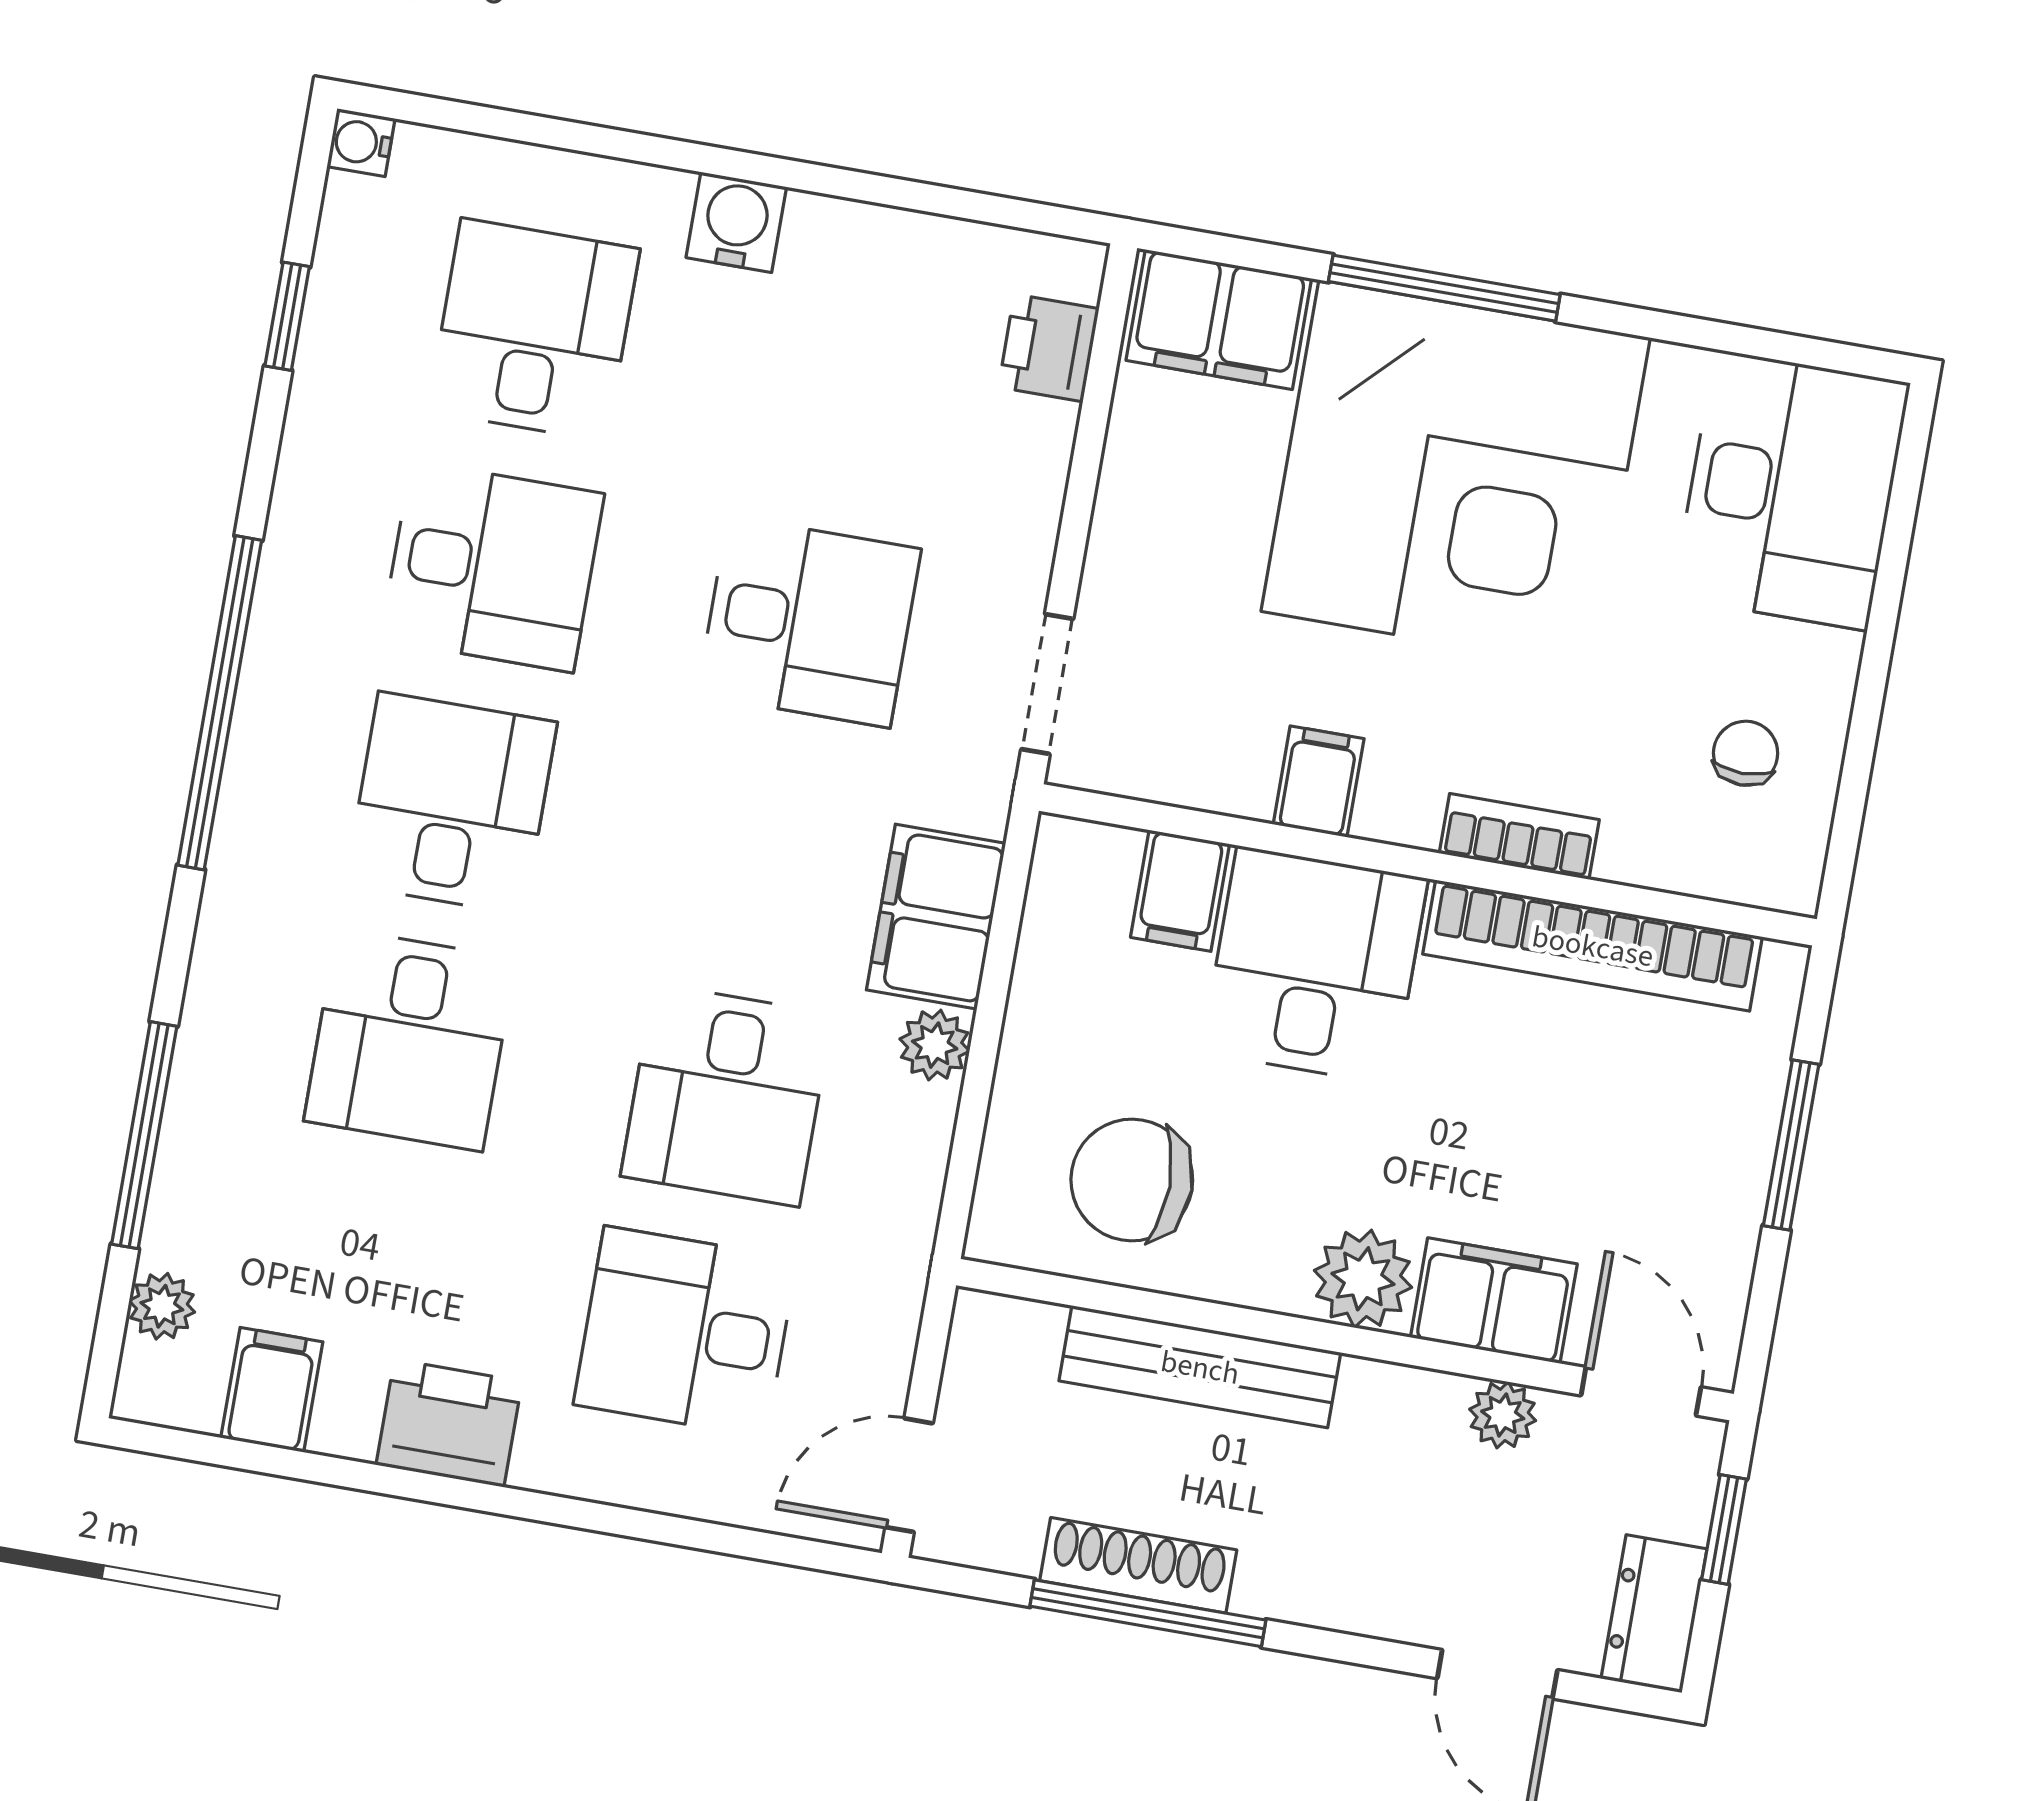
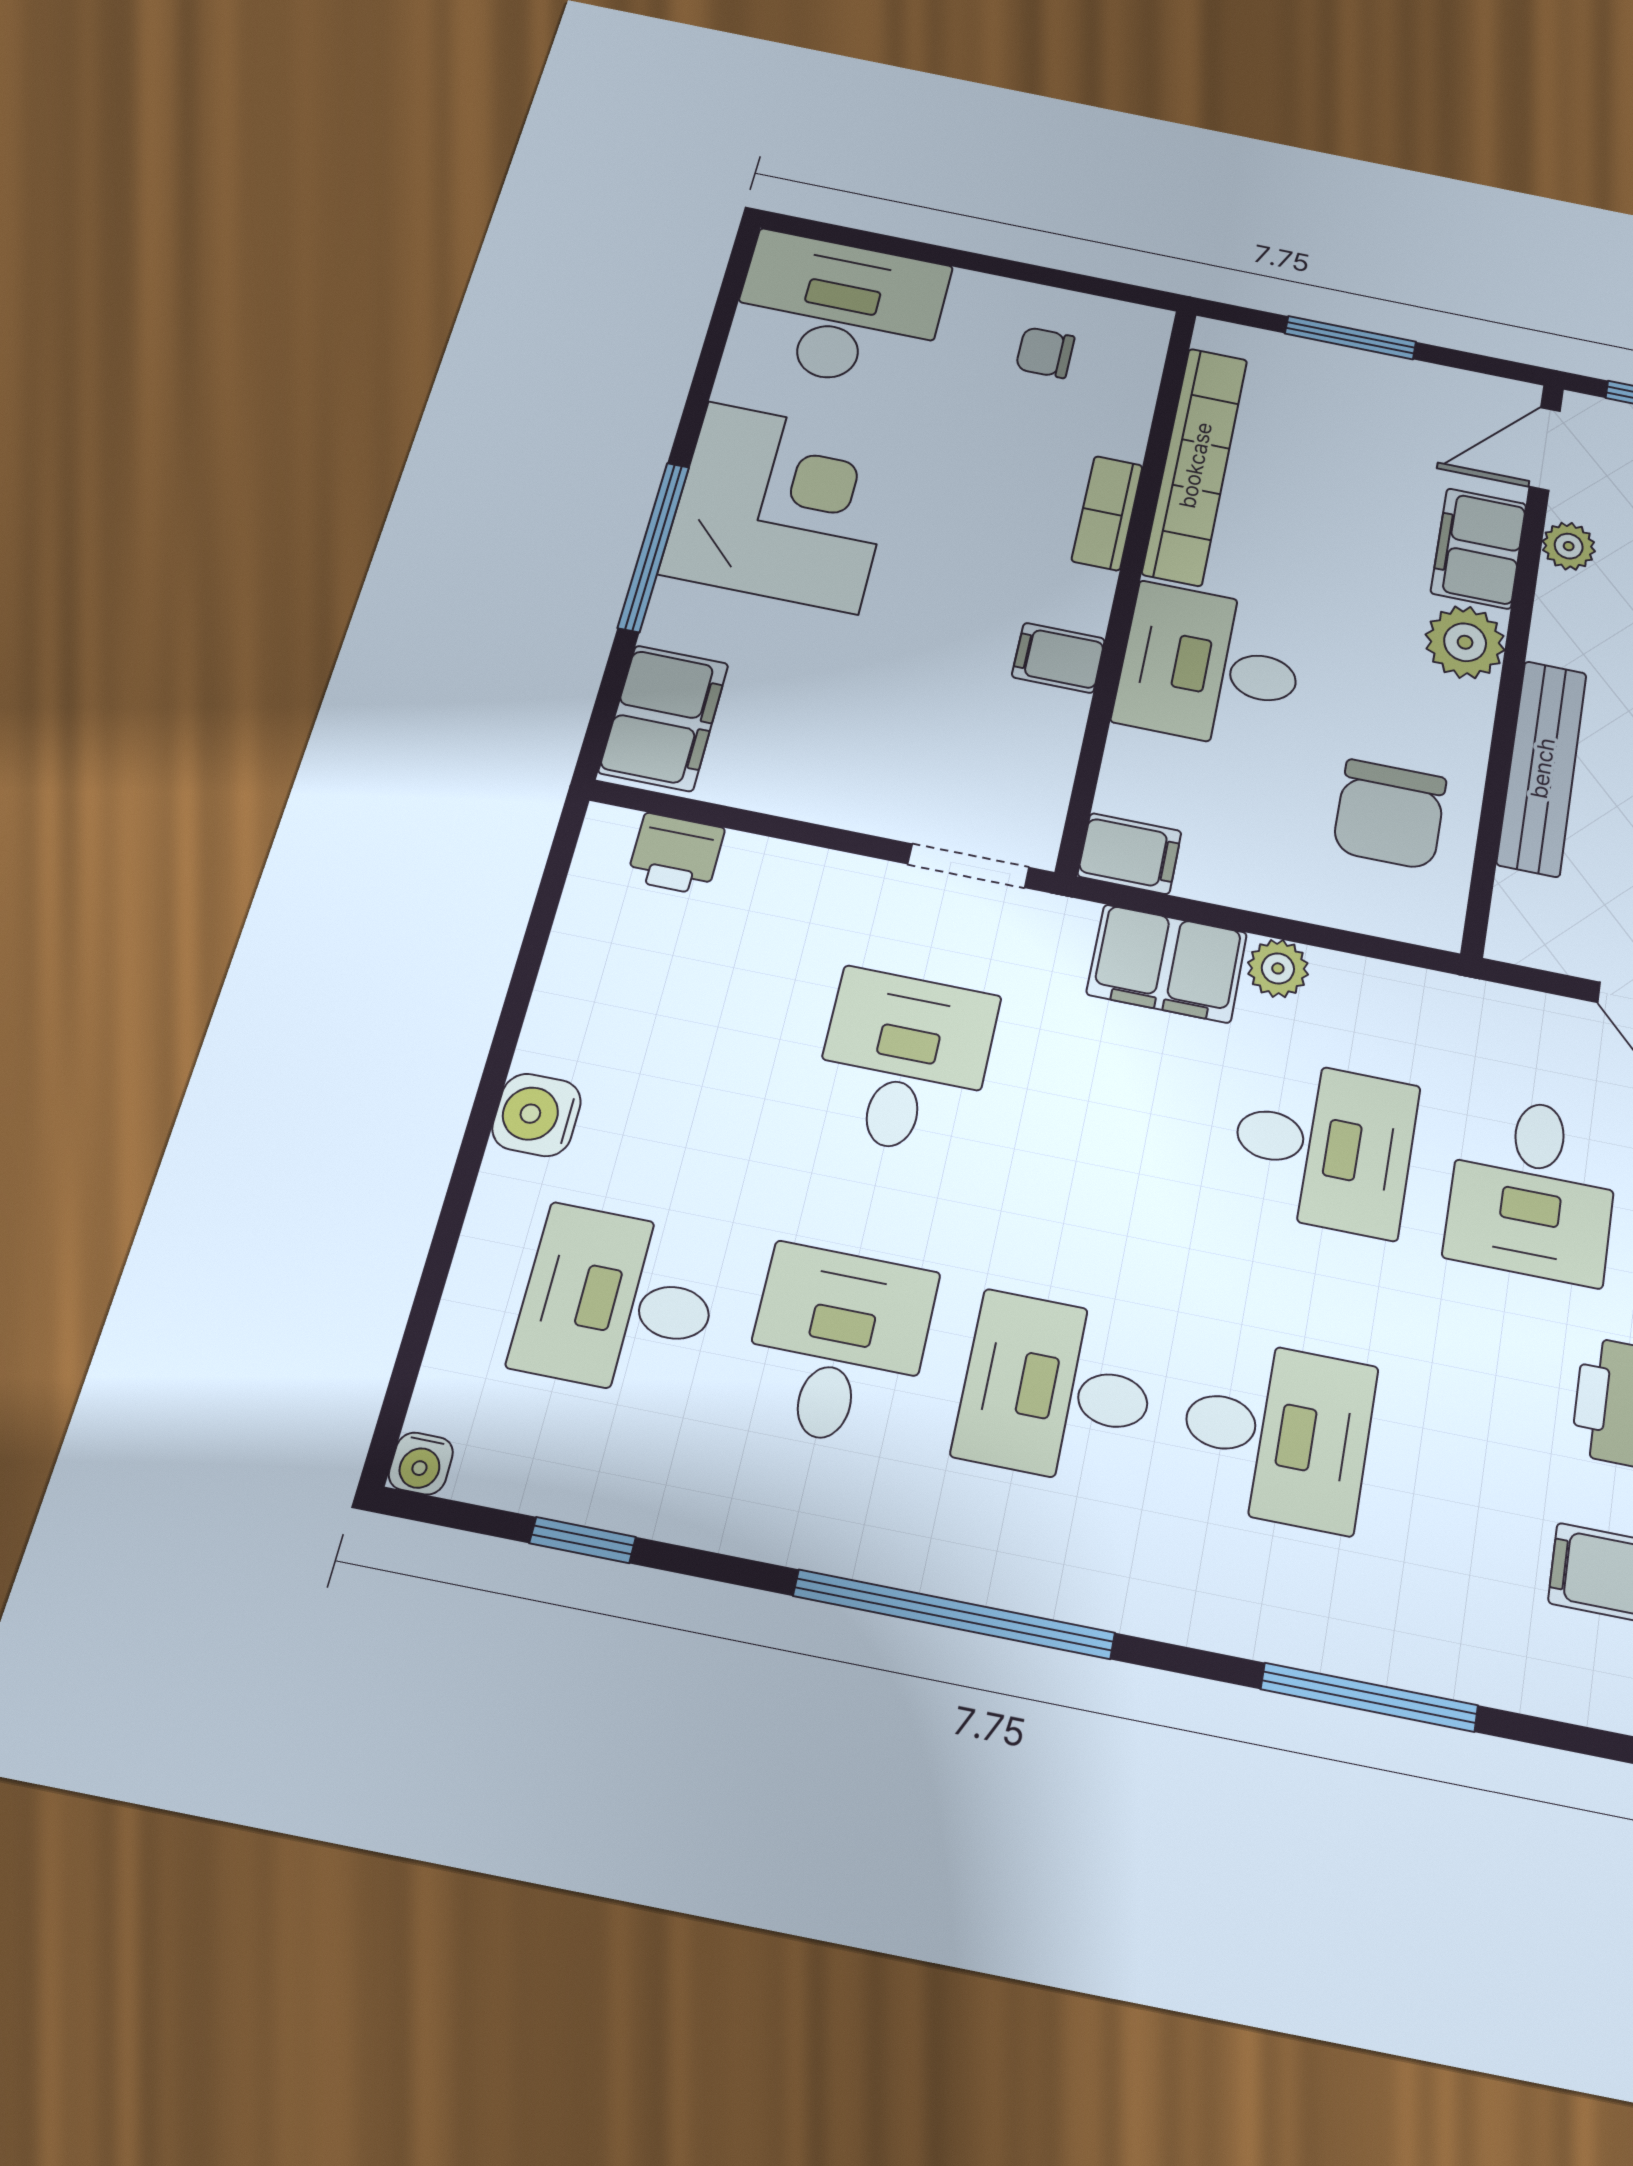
corner desk: (1456, 474) -> (782, 507), width x0.74, depth x0.74
filing cabinet: (1180, 891) -> (1130, 854), moved
plant: (162, 1306) -> (1532, 1682), removed

